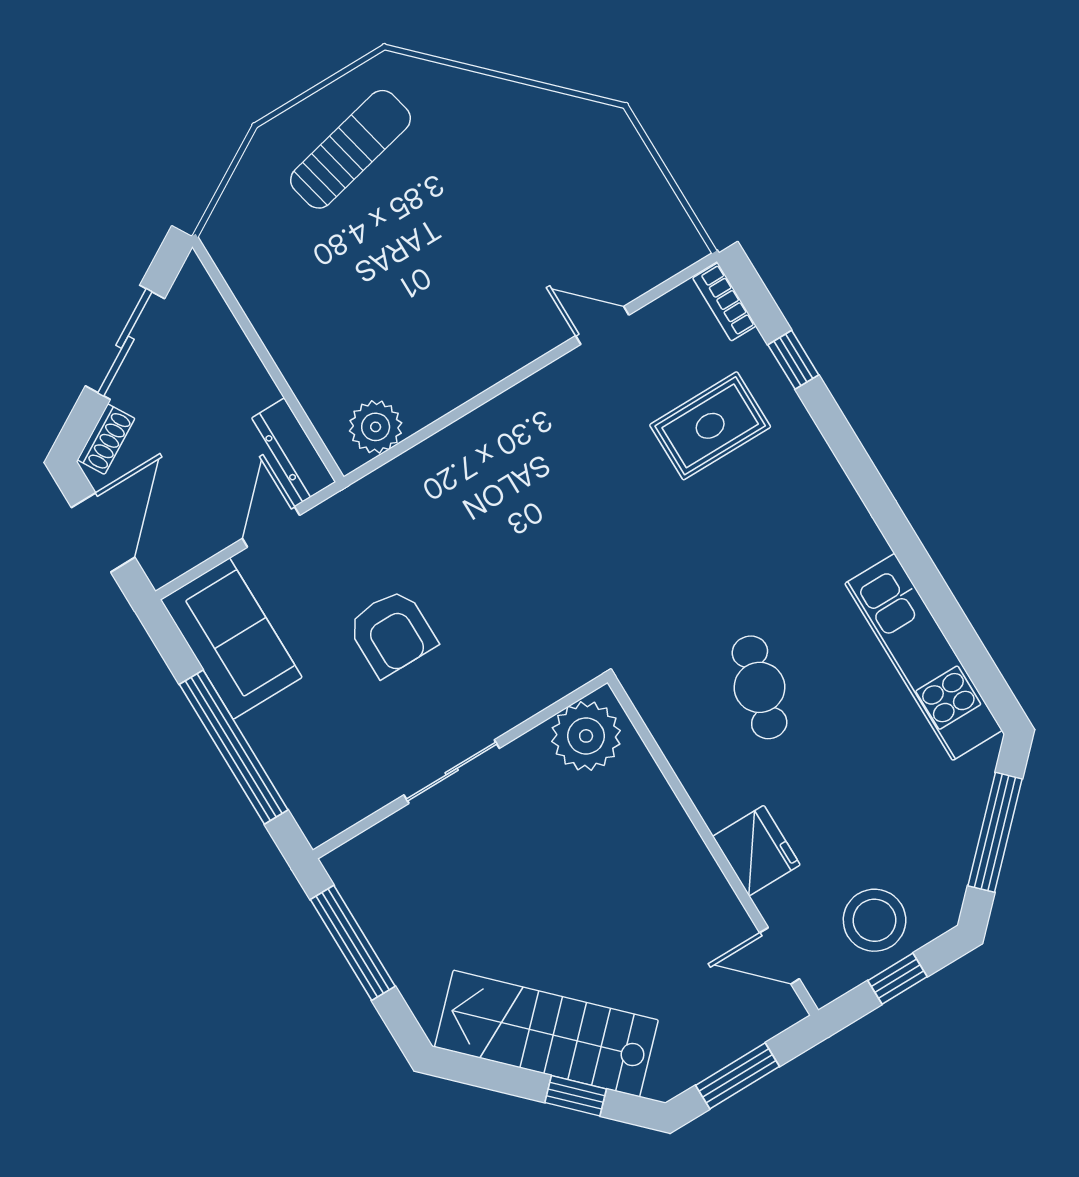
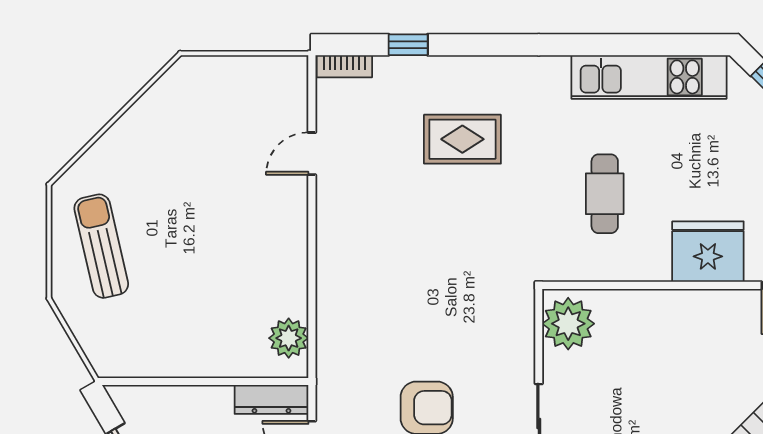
rug: (710, 426) -> (462, 139), moved, turned 90
cafe table: (760, 687) -> (605, 194), turned 74
fridge: (756, 851) -> (708, 252), width x1.36, depth x1.34

